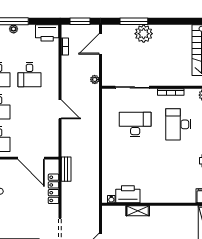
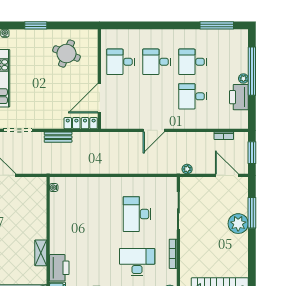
printer: (47, 33) -> (239, 97), moved
desk: (135, 124) -> (137, 214), turned 180
bench: (66, 169) -> (58, 137), moved
locker: (54, 189) -> (81, 123), moved
printer: (128, 194) -> (59, 268), moved
shelving: (138, 211) -> (41, 253), moved

